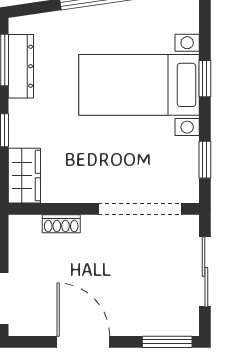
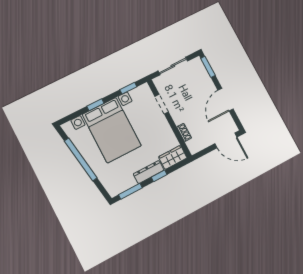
dresser: (21, 66) -> (149, 172), moved
bed with nightstands: (139, 85) -> (112, 130), width x1.36
doorway: (140, 209) -> (162, 104), width x0.53

